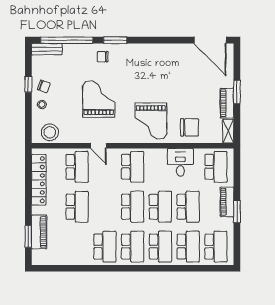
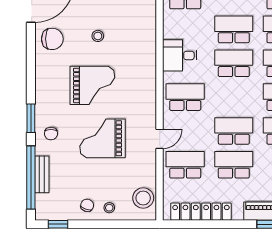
bench: (47, 49) -> (42, 174), moved
window: (28, 84) -> (58, 224), moved
stool: (183, 95) -> (98, 36), added
grand piano: (151, 121) -> (92, 85), moved
chair: (190, 127) -> (52, 39), moved, turned 90
desk: (180, 162) -> (180, 55), moved
school desk: (133, 207) -> (234, 131), moved

